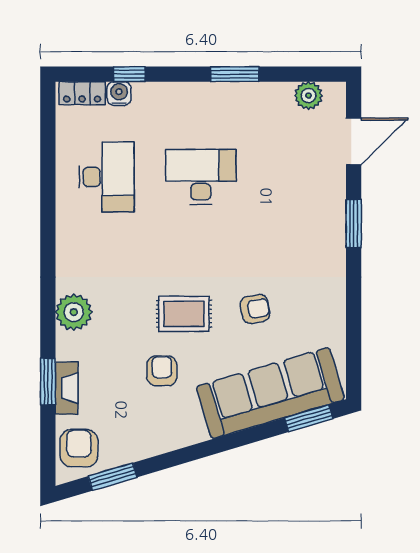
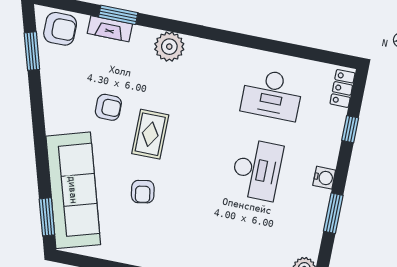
water cooler: (119, 94) -> (324, 178), moved

